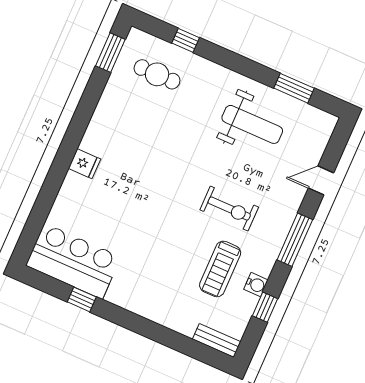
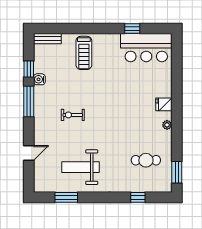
cafe table: (157, 74) -> (146, 160), moved
plant: (93, 131) -> (167, 125), added
exercise bike: (229, 209) -> (73, 115), width x0.73, depth x0.72
window: (295, 240) -> (29, 102), moved
treadmill: (220, 269) -> (84, 53), moved, turned 180

